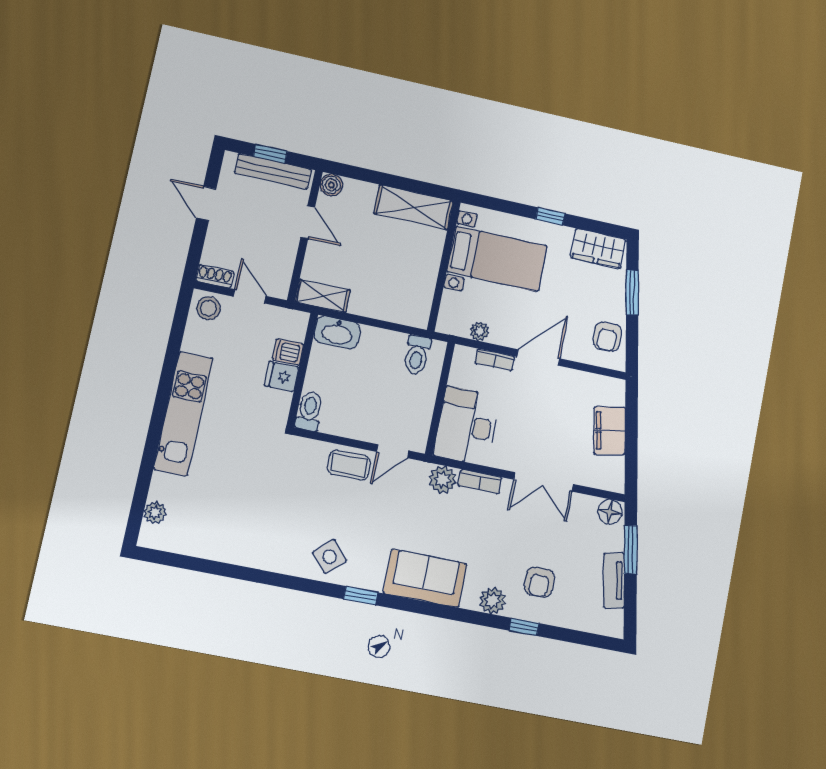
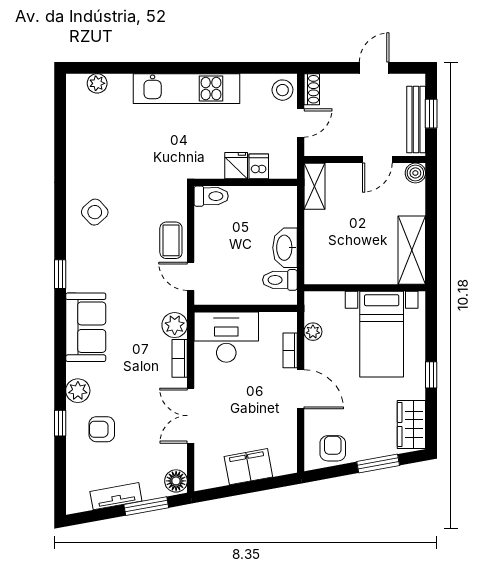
washbasin: (337, 332) -> (285, 248), moved
armchair: (607, 337) -> (333, 448), turned 90
side table: (330, 557) -> (95, 212), moved

